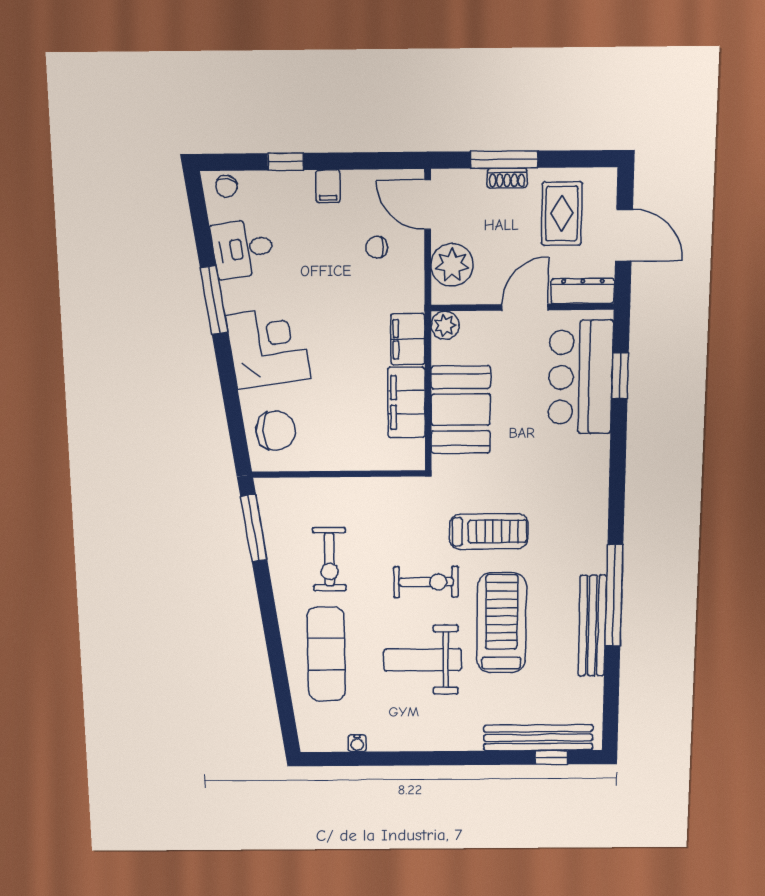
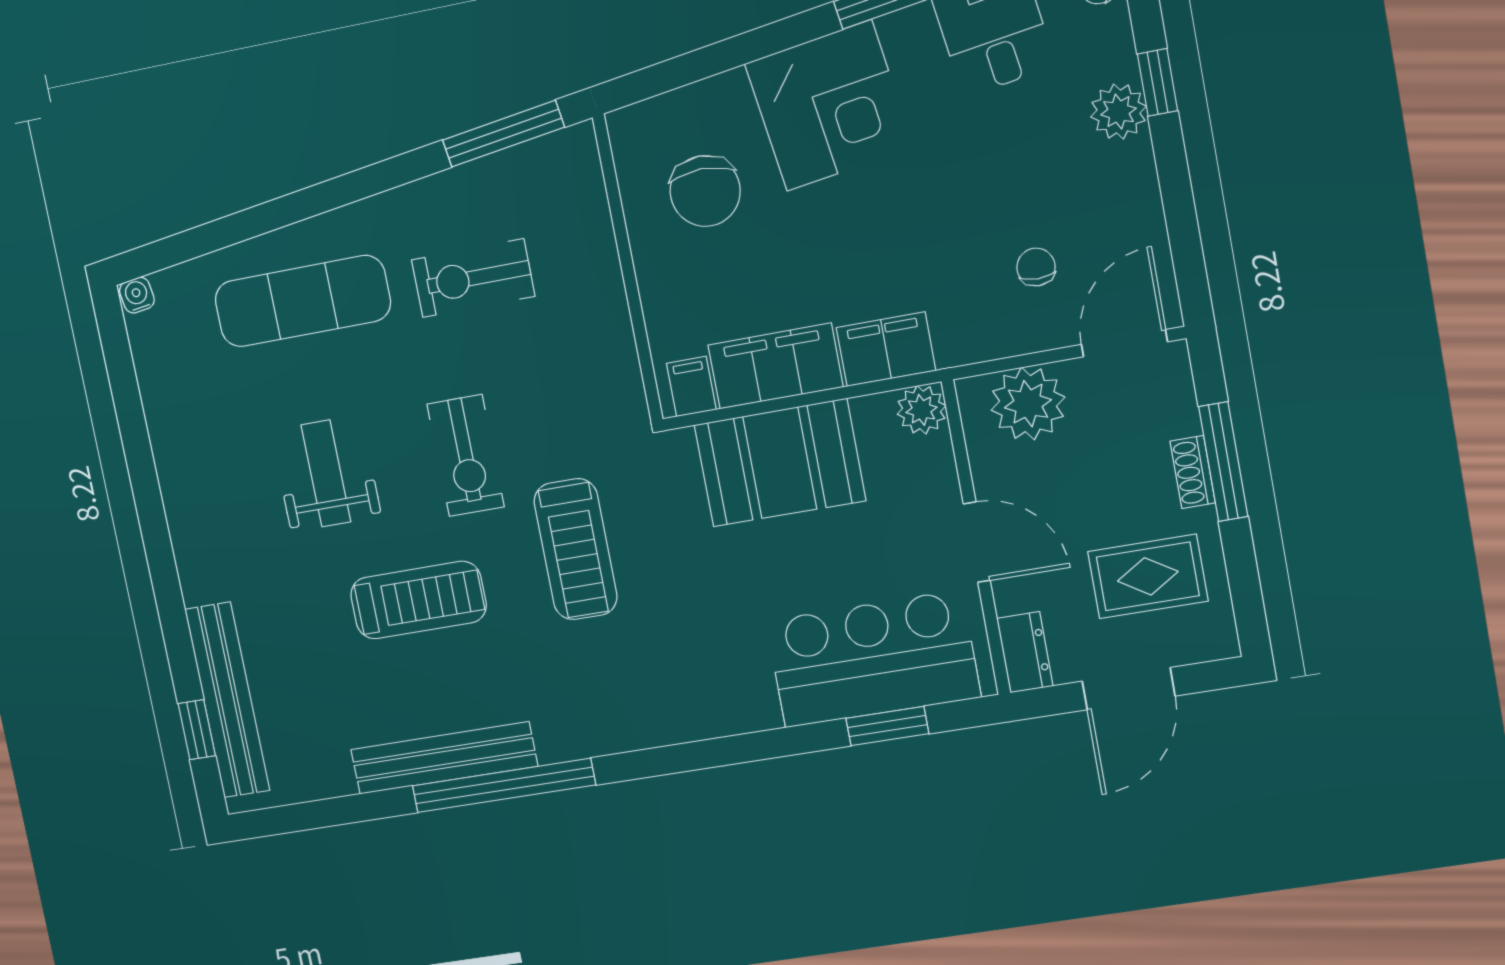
plant: (298, 186) -> (1118, 112), added
filing cabinet: (328, 186) -> (691, 386), moved, turned 90
dresser: (583, 291) -> (1025, 652), width x0.70
chair: (276, 431) -> (705, 191), moved
treadmill: (502, 623) -> (418, 600), width x0.73, depth x0.73
weight bench: (423, 660) -> (326, 473), width x0.73, depth x0.75
water cooler: (357, 743) -> (137, 295), moved, turned 82

